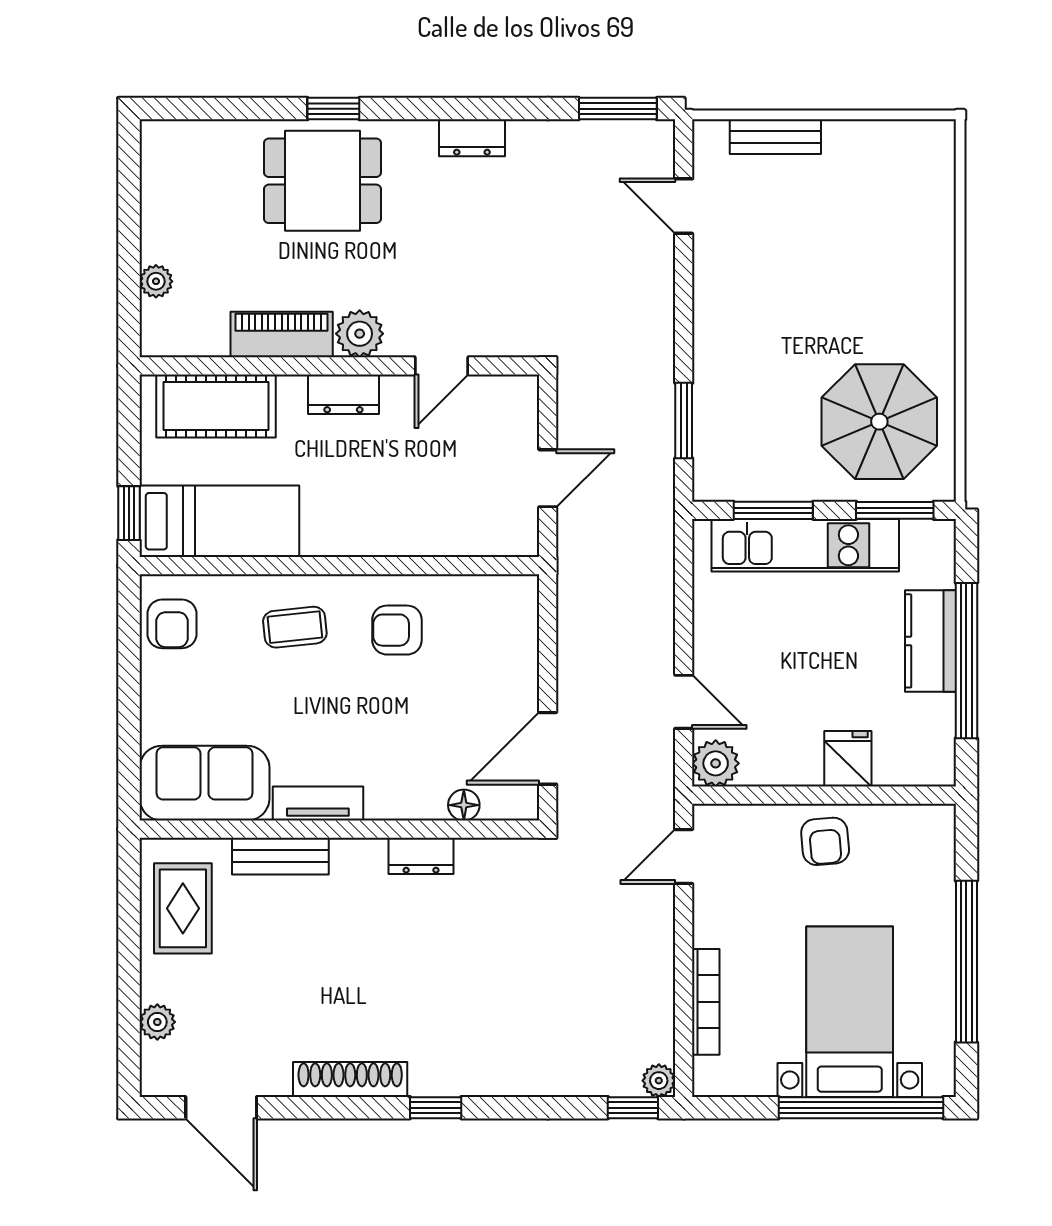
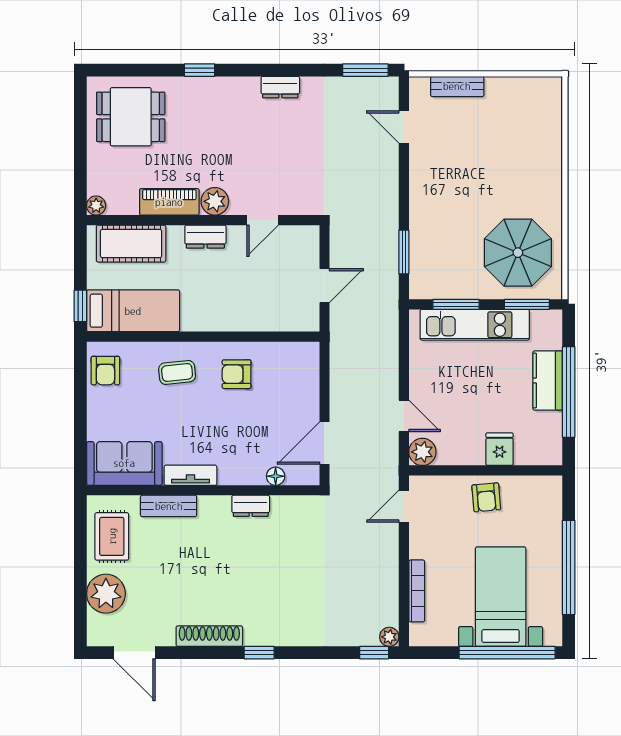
dining table: (322, 181) -> (131, 117), moved
plant: (156, 281) -> (96, 206), moved
plant: (157, 1022) -> (106, 594), width x1.88, depth x1.88

